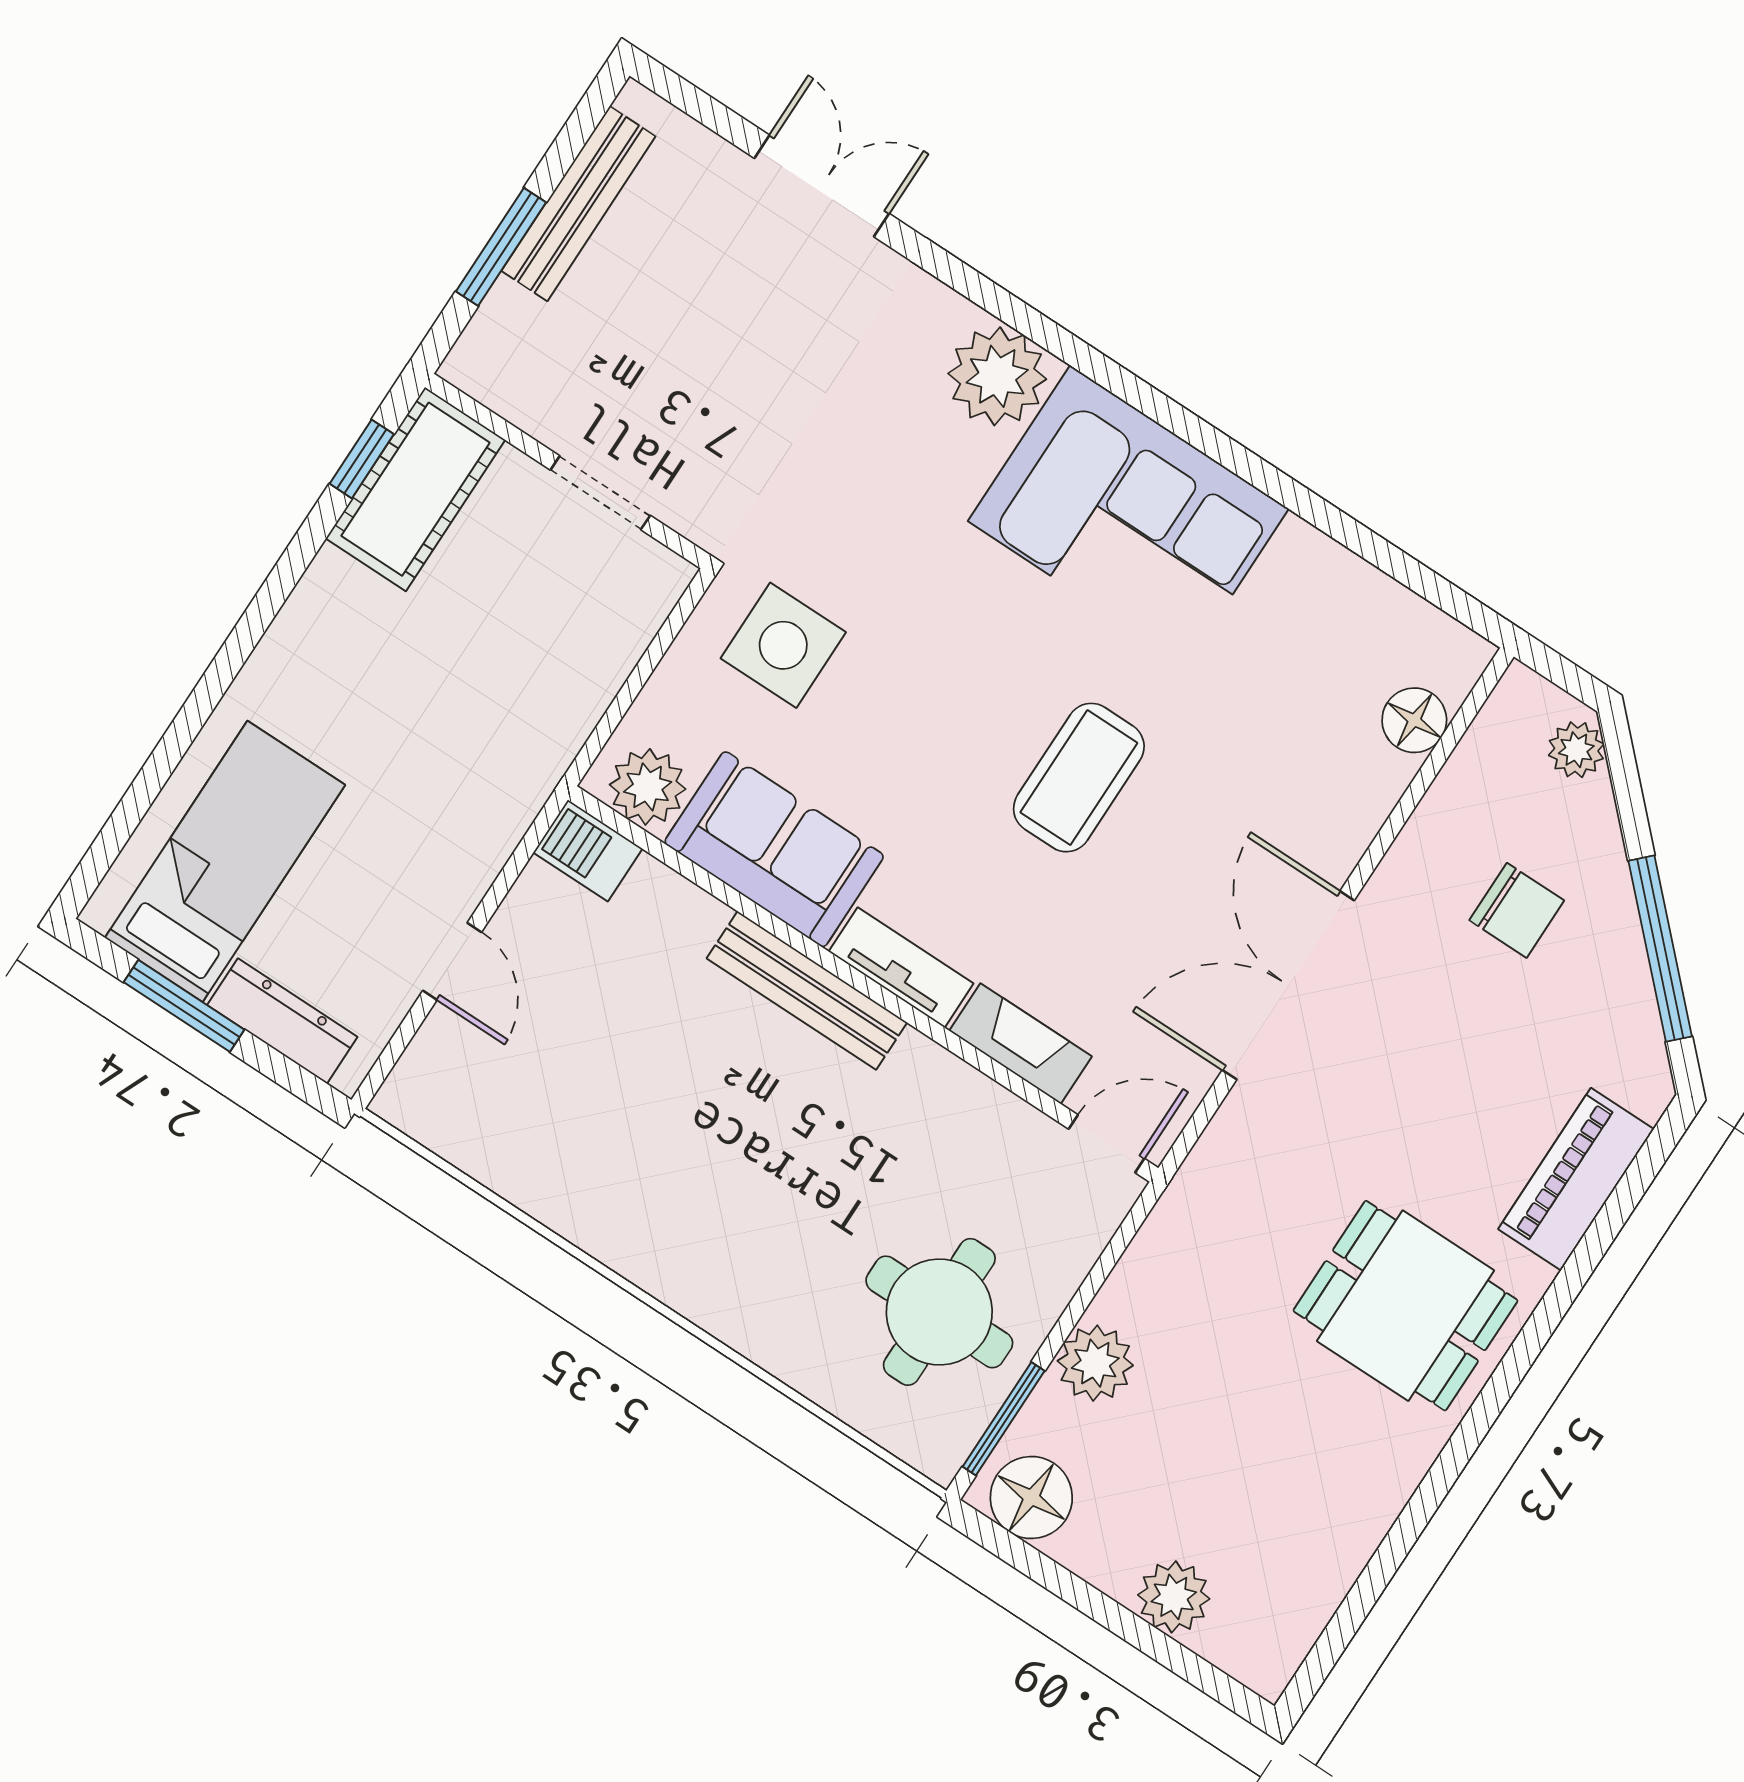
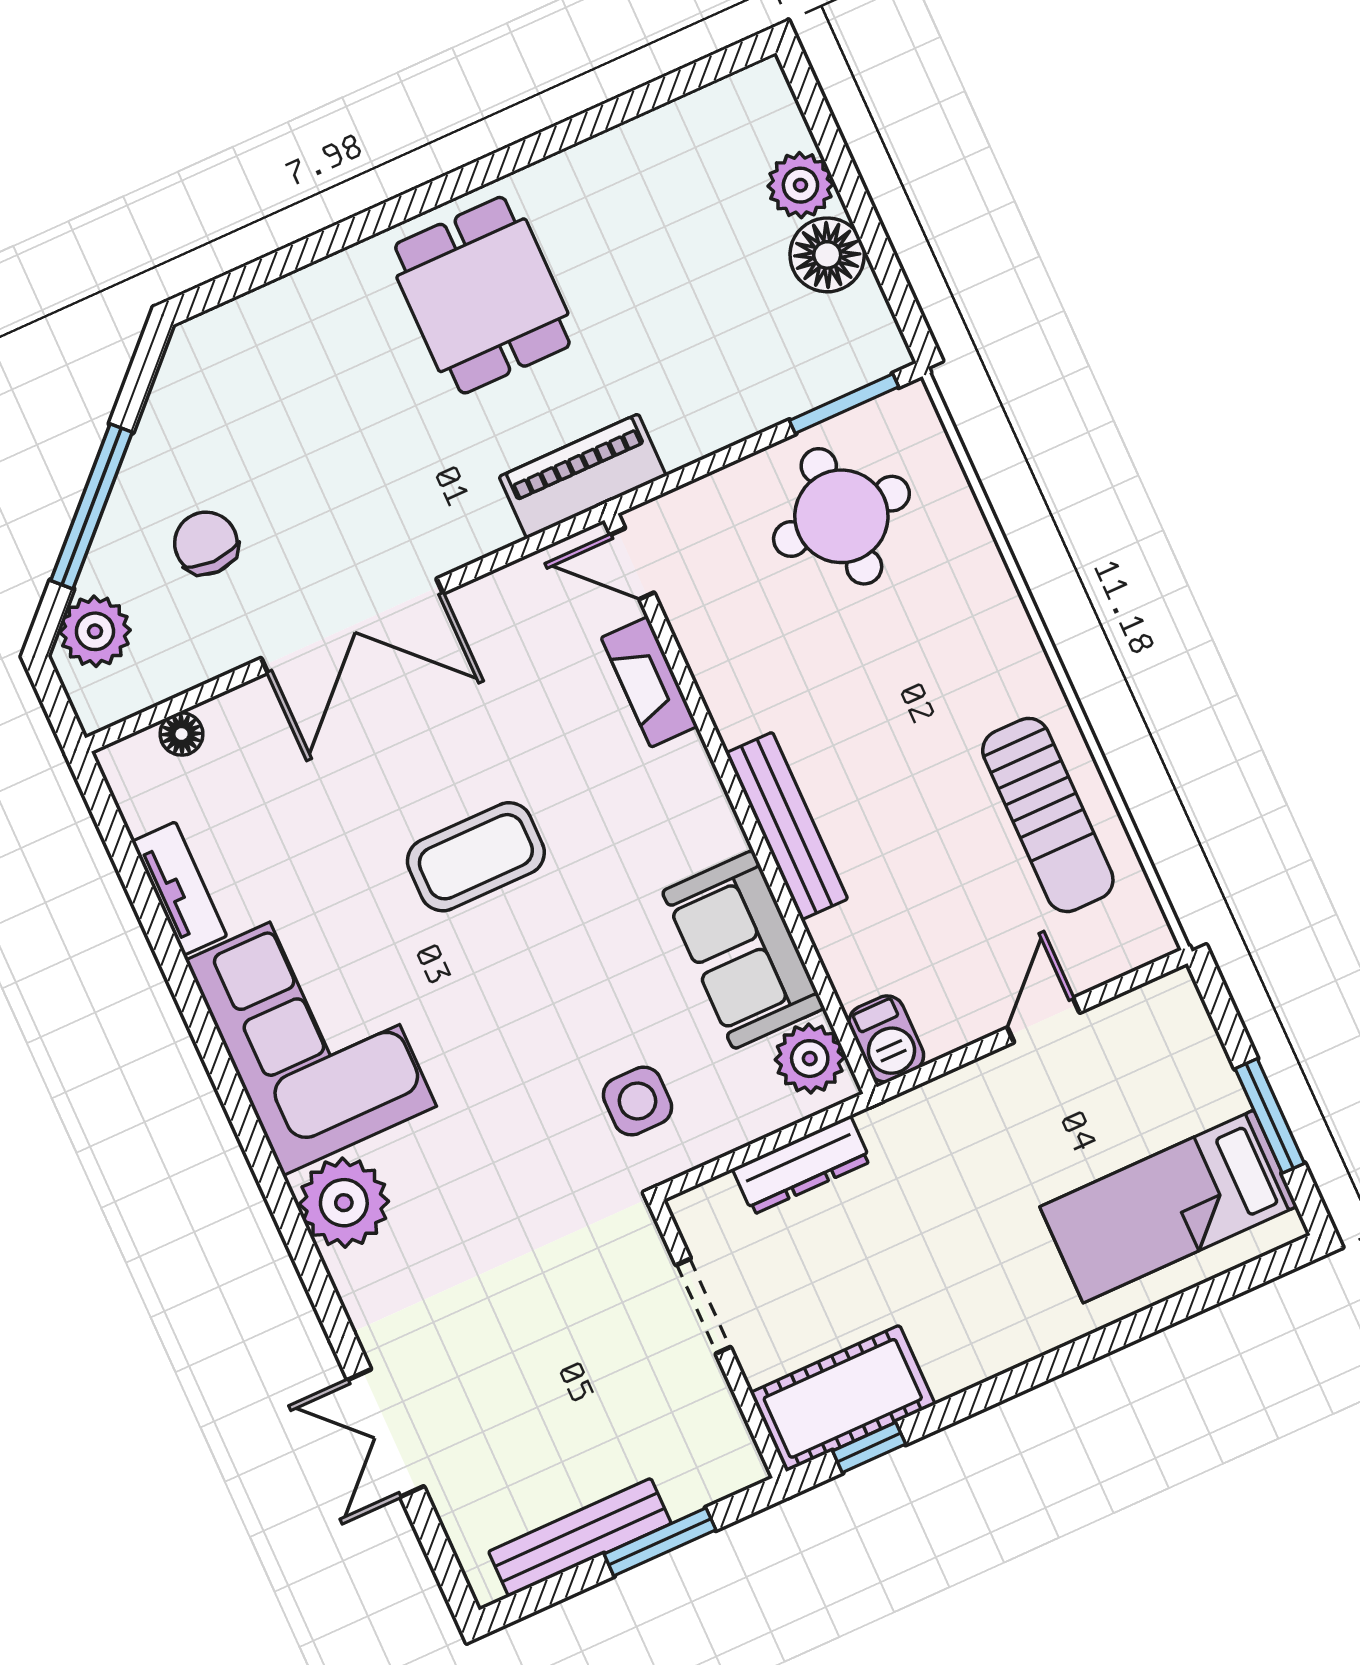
side table: (783, 645) -> (638, 1101), width x0.73, depth x0.73
floor lamp: (1414, 720) -> (182, 734), width x0.73, depth x0.73
plant: (1576, 750) -> (95, 631), width x1.38, depth x1.38
window: (1660, 949) -> (91, 506), moved
tv unit: (901, 968) -> (179, 889), moved, turned 180
double door: (1288, 985) -> (352, 626), moved
dresser: (282, 1021) -> (802, 1165), moved, turned -90
sun lounger: (570, 1155) -> (1048, 815), added
piano: (1576, 1179) -> (583, 476), moved, turned 180
plant: (1095, 1363) -> (747, 402), removed
floor lamp: (1031, 1498) -> (827, 255), moved

